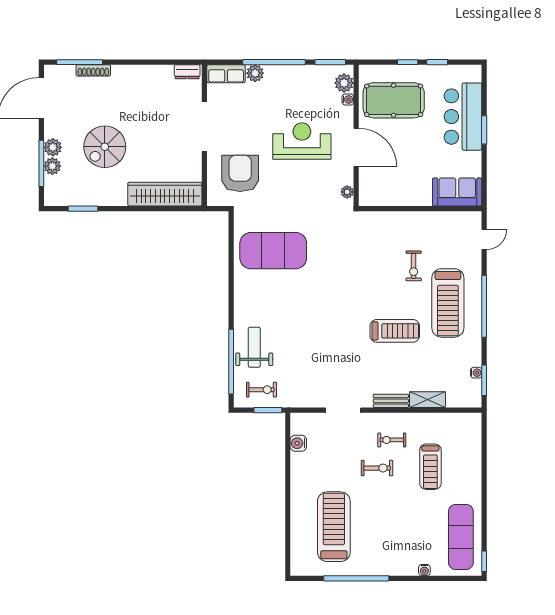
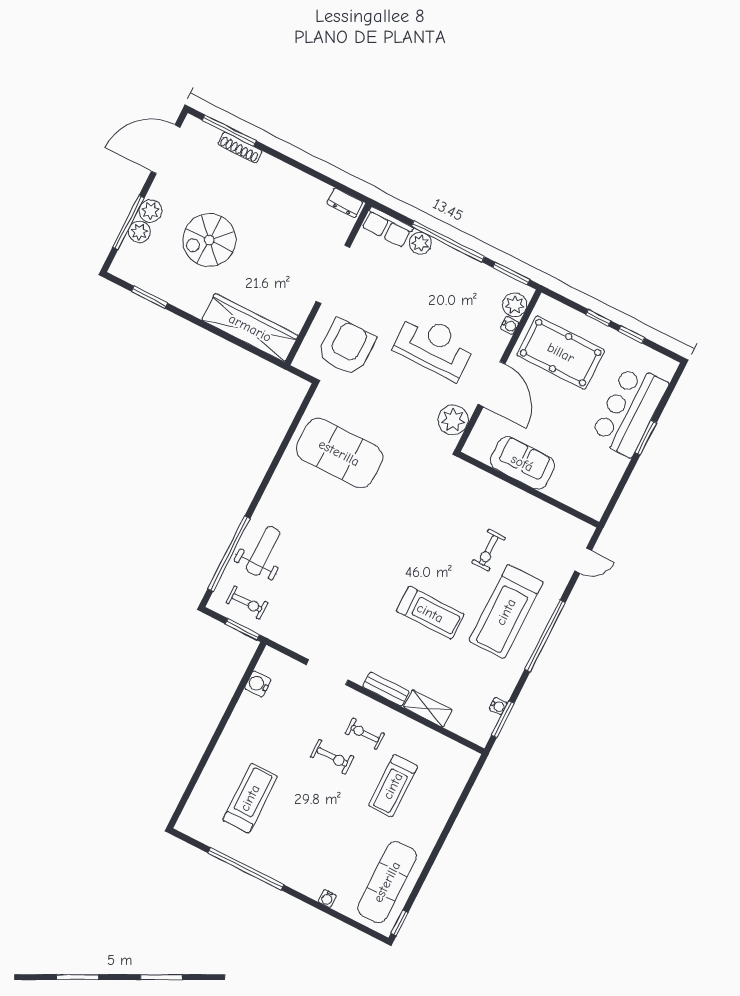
plant: (347, 192) -> (453, 420), width x1.88, depth x1.88
sofa: (457, 192) -> (522, 463), moved
treadmill: (334, 527) -> (250, 798), width x0.73, depth x0.73

